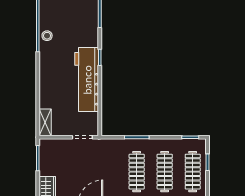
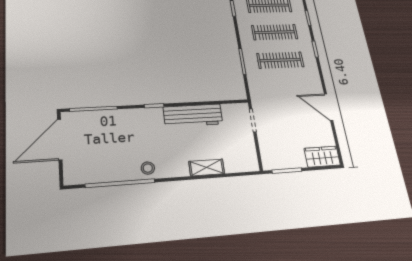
stool: (47, 36) -> (148, 168), moved
workbench: (87, 80) -> (193, 115), width x0.73, depth x0.76
shelving: (45, 122) -> (207, 167), moved

